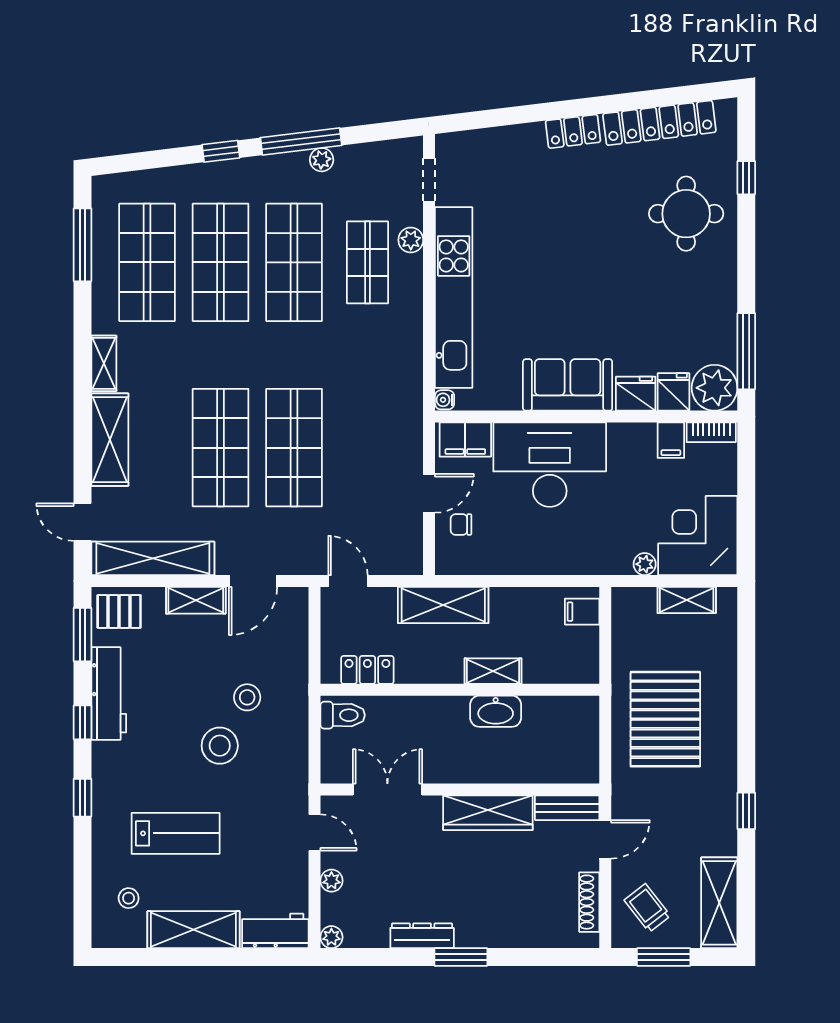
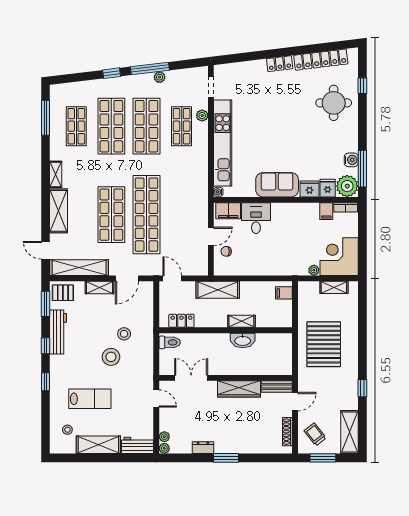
shop shelf: (147, 262) -> (76, 126), width x0.70, depth x0.74
water cooler: (723, 333) -> (351, 160), added
shop shelf: (294, 448) -> (146, 215), width x1.40
desk: (550, 465) -> (256, 218), width x0.53, depth x0.77
plant: (331, 881) -> (164, 437), moved
dresser: (422, 936) -> (203, 448), width x0.70

